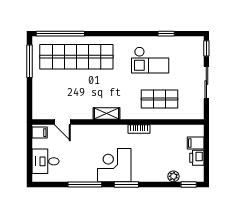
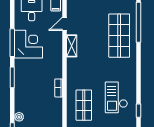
shop shelf: (76, 57) -> (119, 36), width x0.71
shelving: (106, 113) -> (72, 46), moved
corner desk: (114, 165) -> (28, 44), moved

